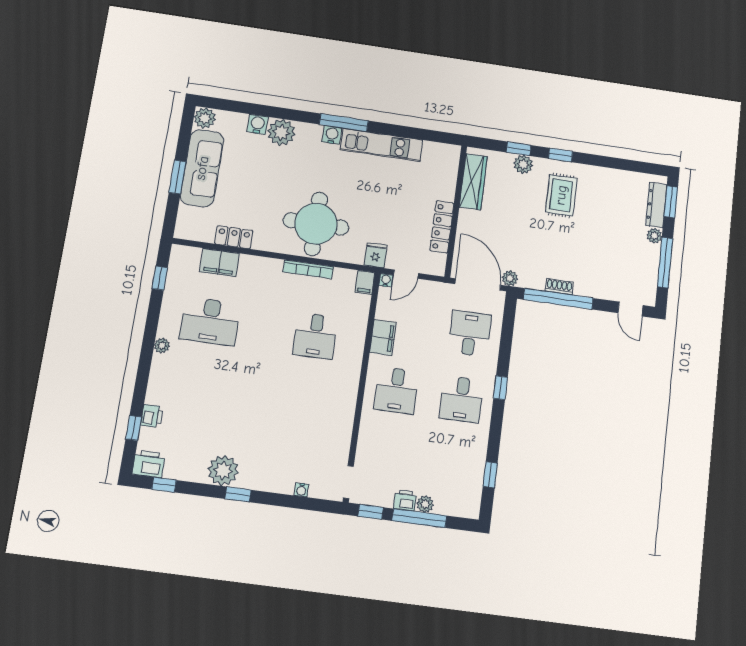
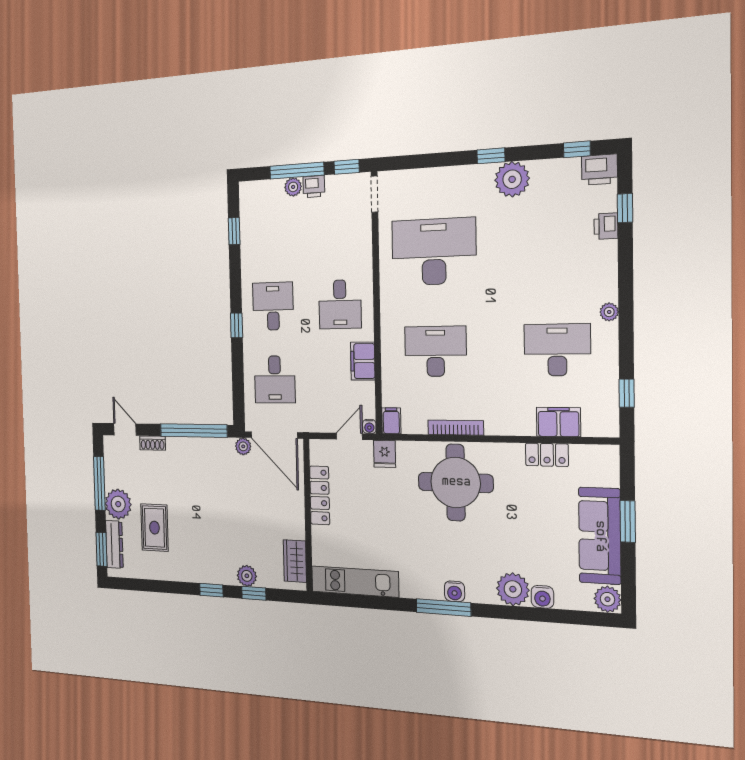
kitchen unit: (381, 145) -> (355, 581), moved
wardrobe: (473, 182) -> (295, 561), width x0.67
rug: (561, 195) -> (154, 528), moved
plant: (654, 236) -> (118, 504), width x1.88, depth x1.88
shoe rack: (559, 287) -> (153, 443), moved
desk: (315, 336) -> (435, 351), width x1.37
desk: (396, 390) -> (340, 304), turned 180
desk: (303, 421) -> (434, 252), added
water cooler: (301, 490) -> (423, 175), removed

